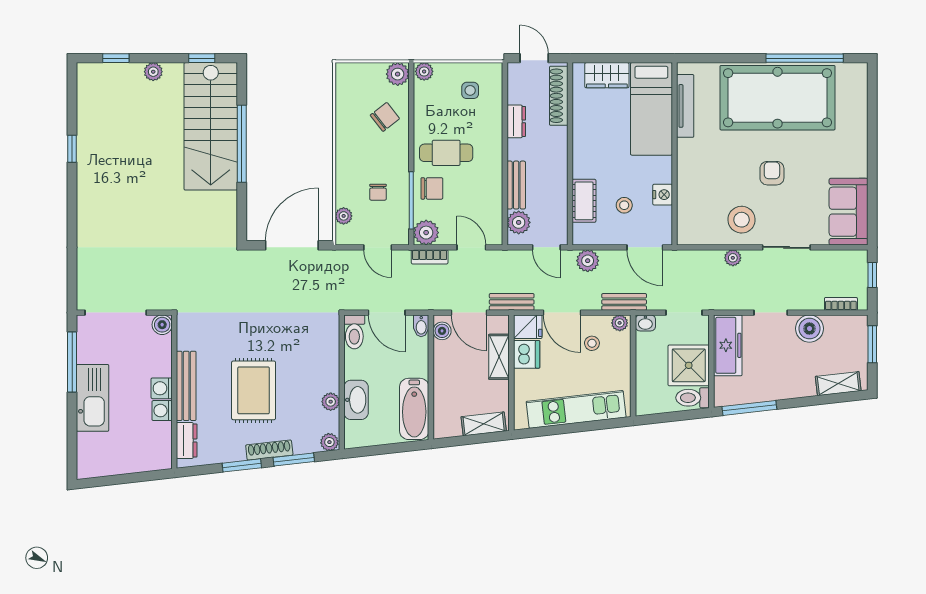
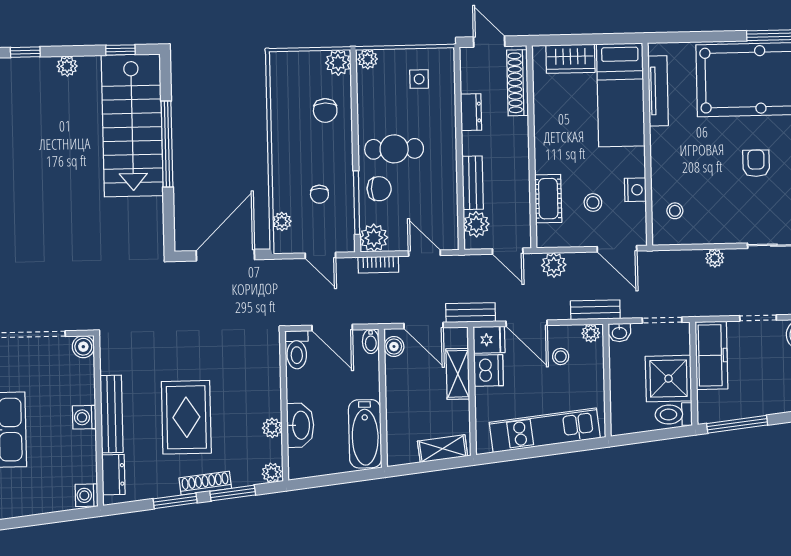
chair: (385, 117) -> (325, 111), turned 128
stool: (742, 220) -> (675, 211), moved, width x0.53, depth x0.53
washing machine: (162, 411) -> (87, 495), moved

